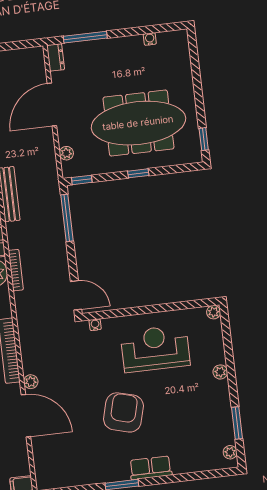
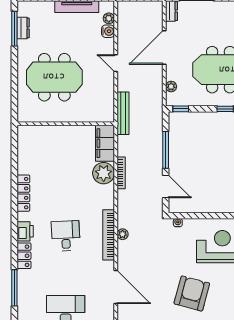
window: (67, 218) -> (166, 150), moved
door: (76, 295) -> (166, 187), moved
plant: (31, 382) -> (123, 234), moved

